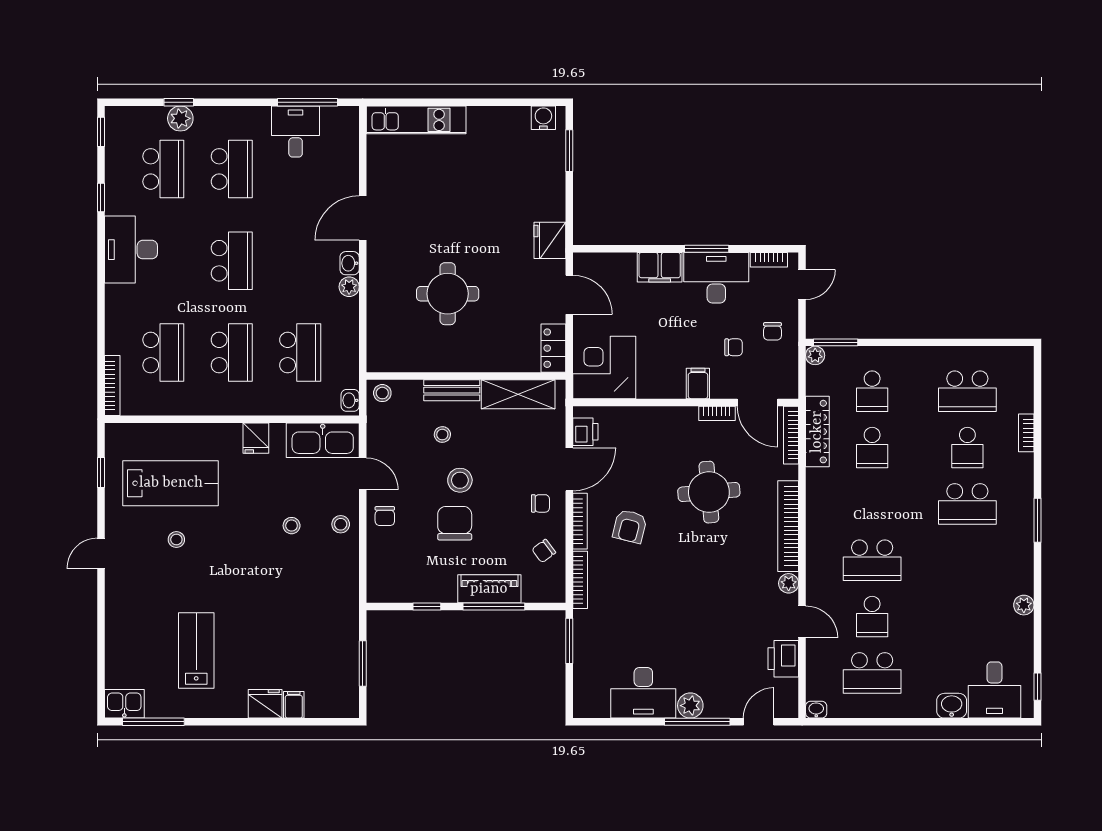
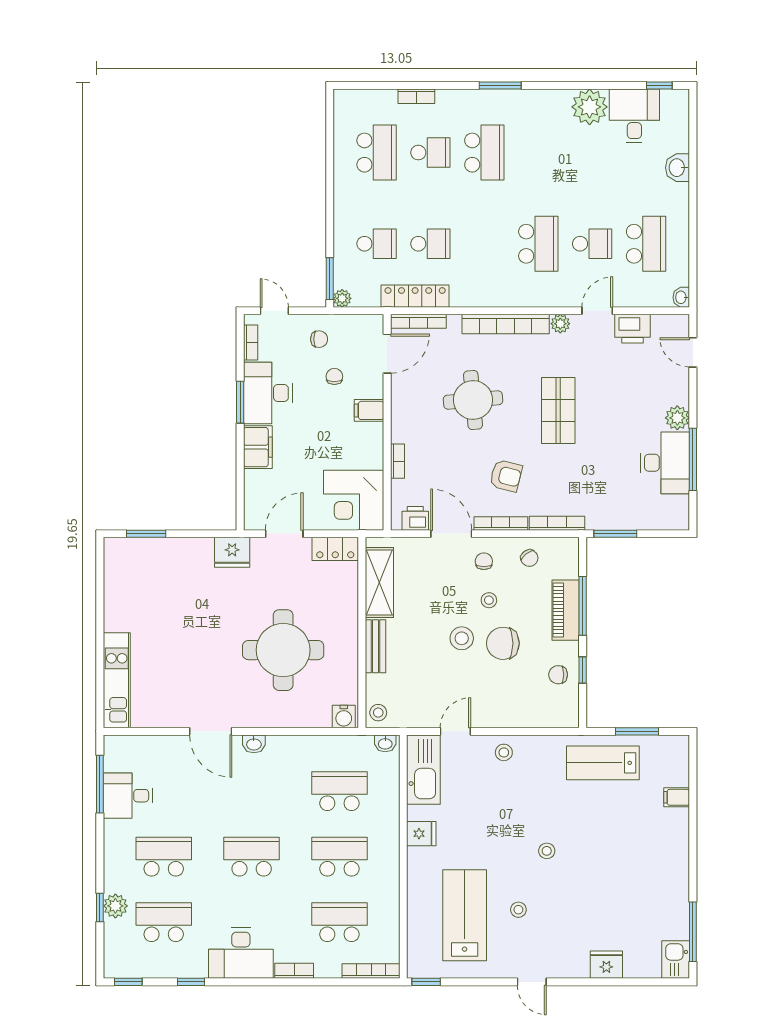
water cooler: (543, 118) -> (344, 717), moved, turned -90
plant: (349, 287) -> (276, 744), removed
round table: (448, 294) -> (283, 650), width x1.36, depth x1.36
bookcase: (113, 305) -> (294, 971), added
bookcase: (717, 413) -> (398, 461), moved
stool: (442, 435) -> (489, 600), moved
window: (101, 473) -> (426, 982), moved
chair: (385, 516) -> (558, 675), moved, turned 180
stool: (292, 526) -> (547, 851), moved
shop shelf: (698, 581) -> (558, 411), added
plant: (1024, 605) -> (590, 107), width x1.87, depth x1.87
lab bench: (196, 650) -> (603, 763), moved
desk: (994, 690) -> (634, 116), moved, turned -90
fridge: (265, 704) -> (606, 965), moved, turned 90
window: (697, 722) -> (693, 459), moved

